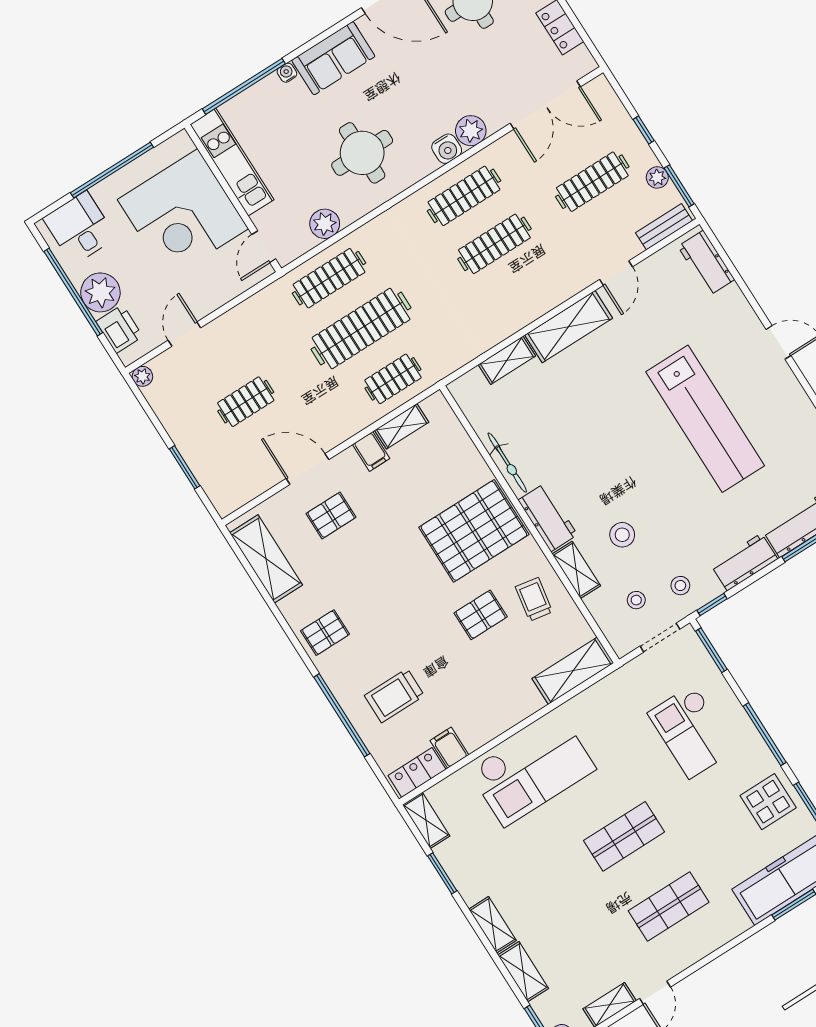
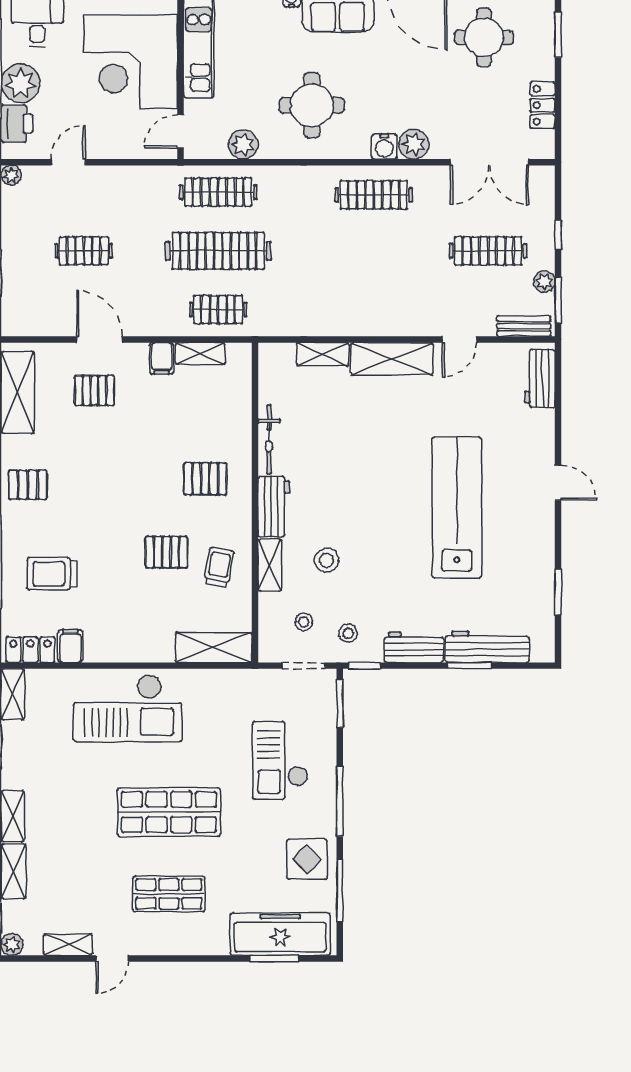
clothes rail: (494, 244) -> (374, 251), removed
lab bench: (705, 419) -> (457, 507), turned 180
pallet: (474, 531) -> (205, 479), width x0.49, depth x0.50
shop shelf: (624, 836) -> (169, 812), width x1.43, depth x1.36

